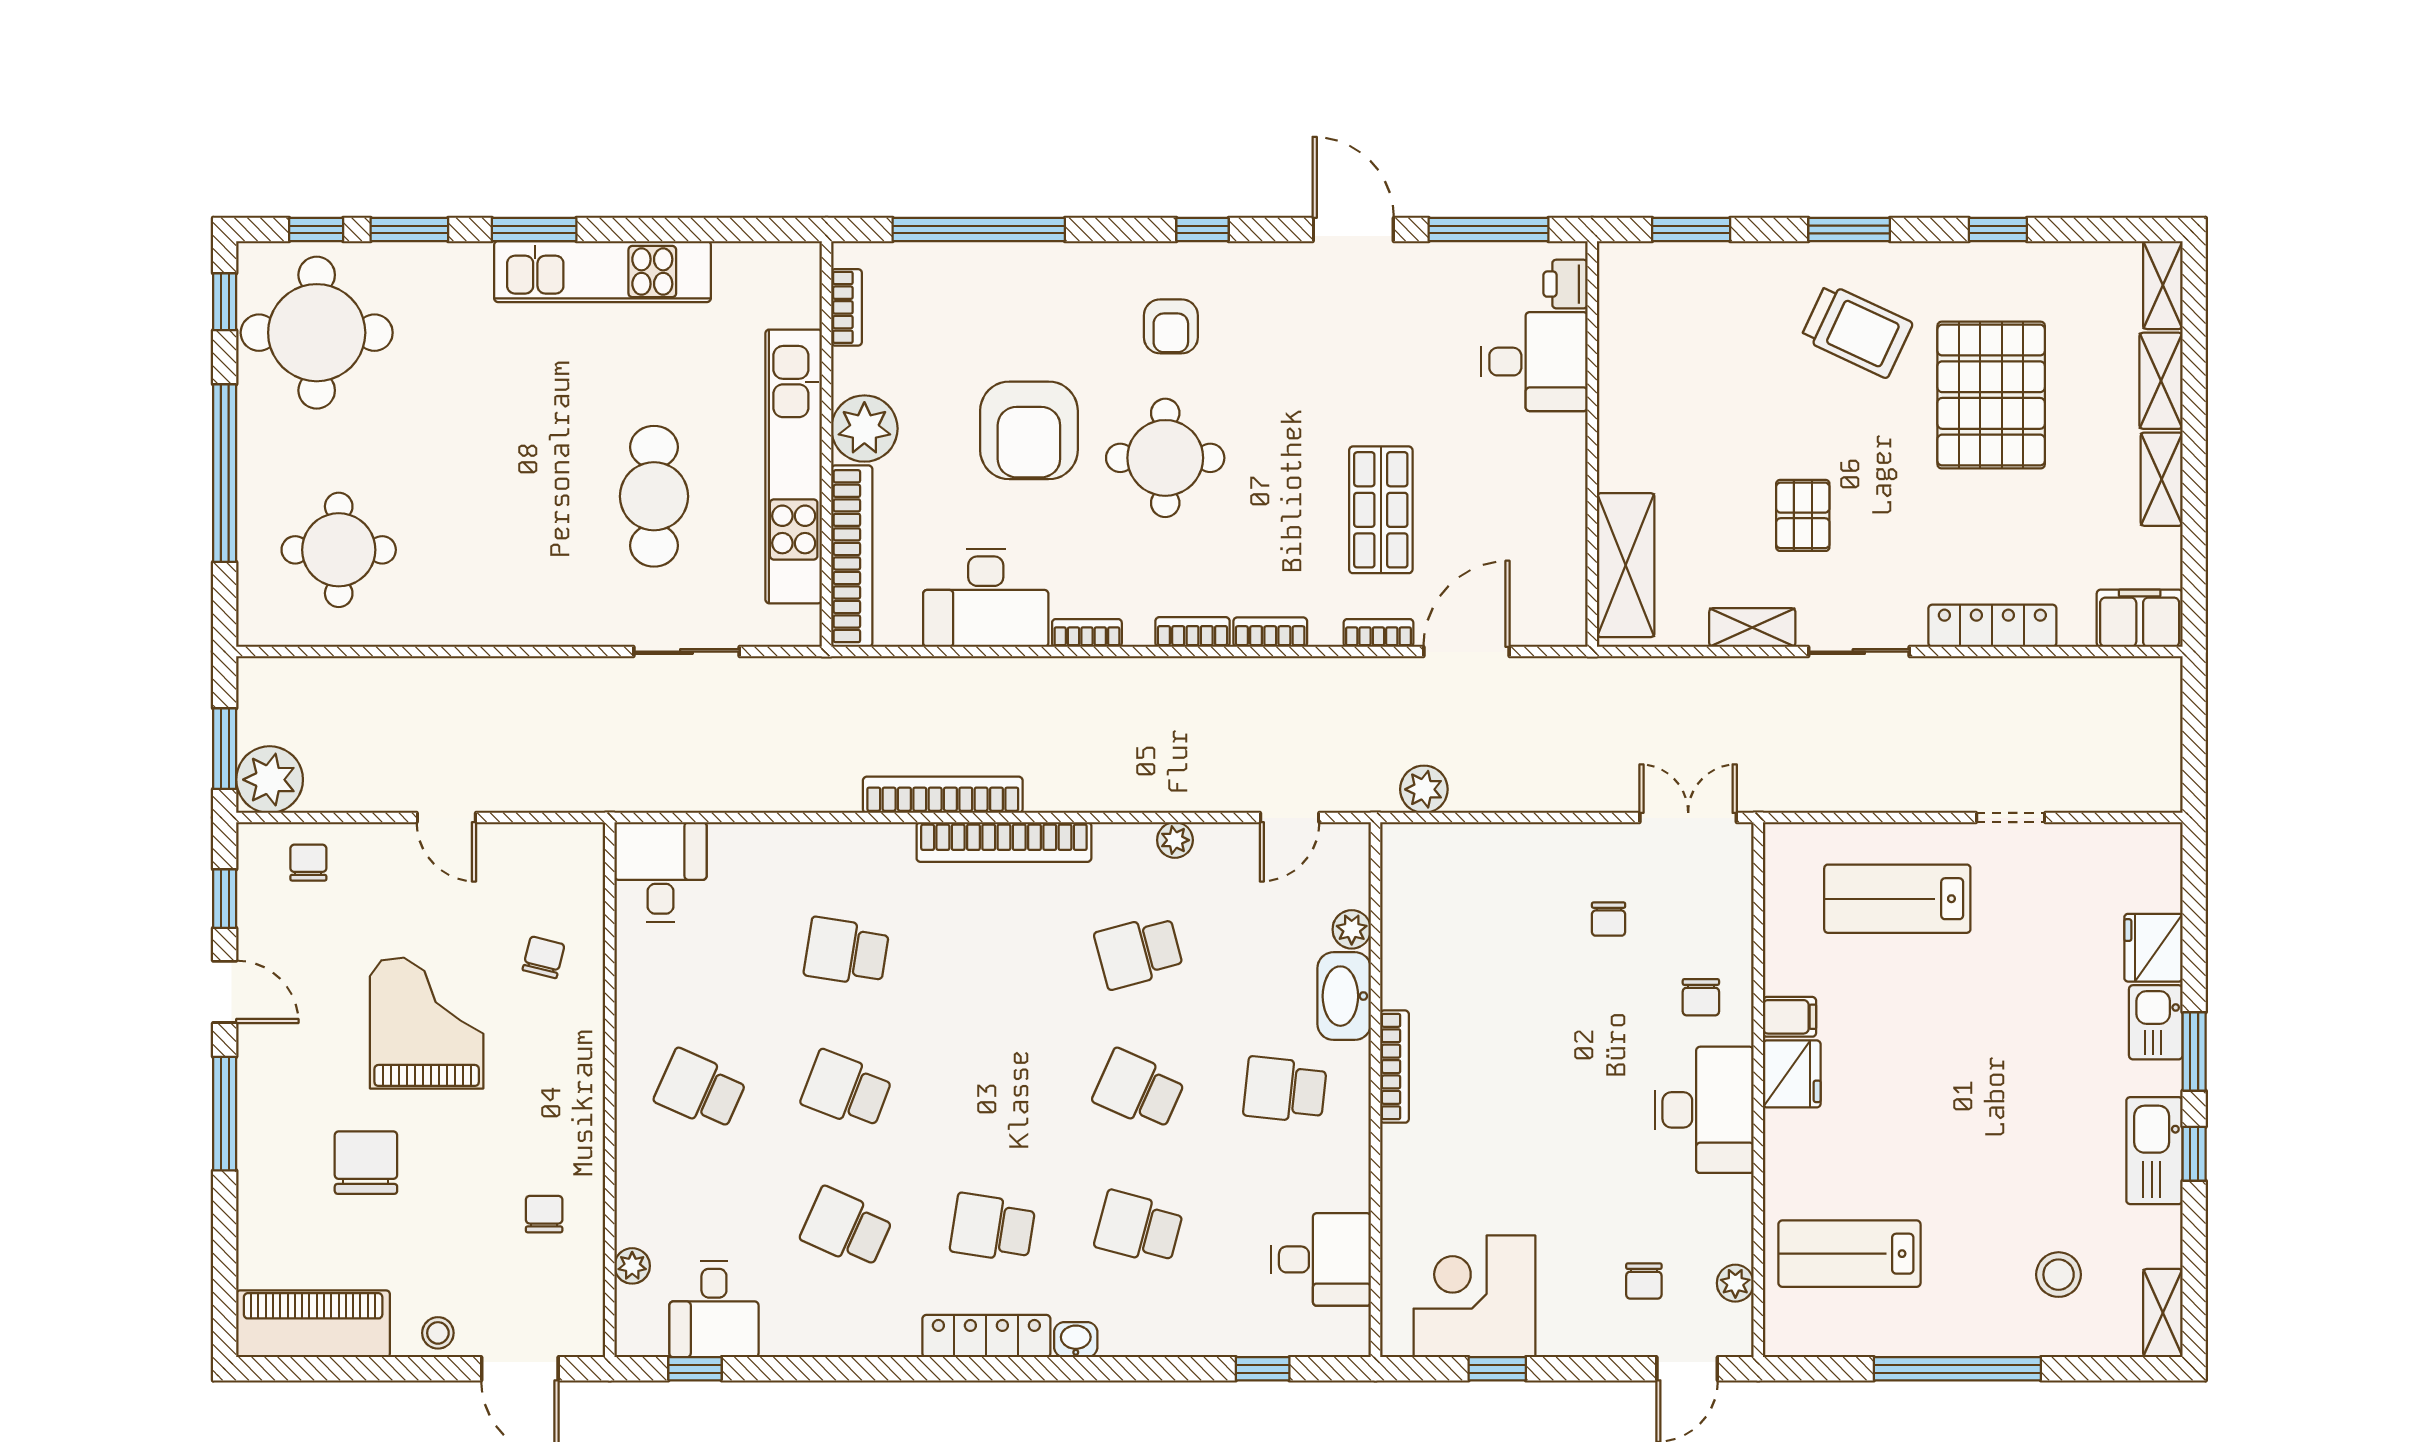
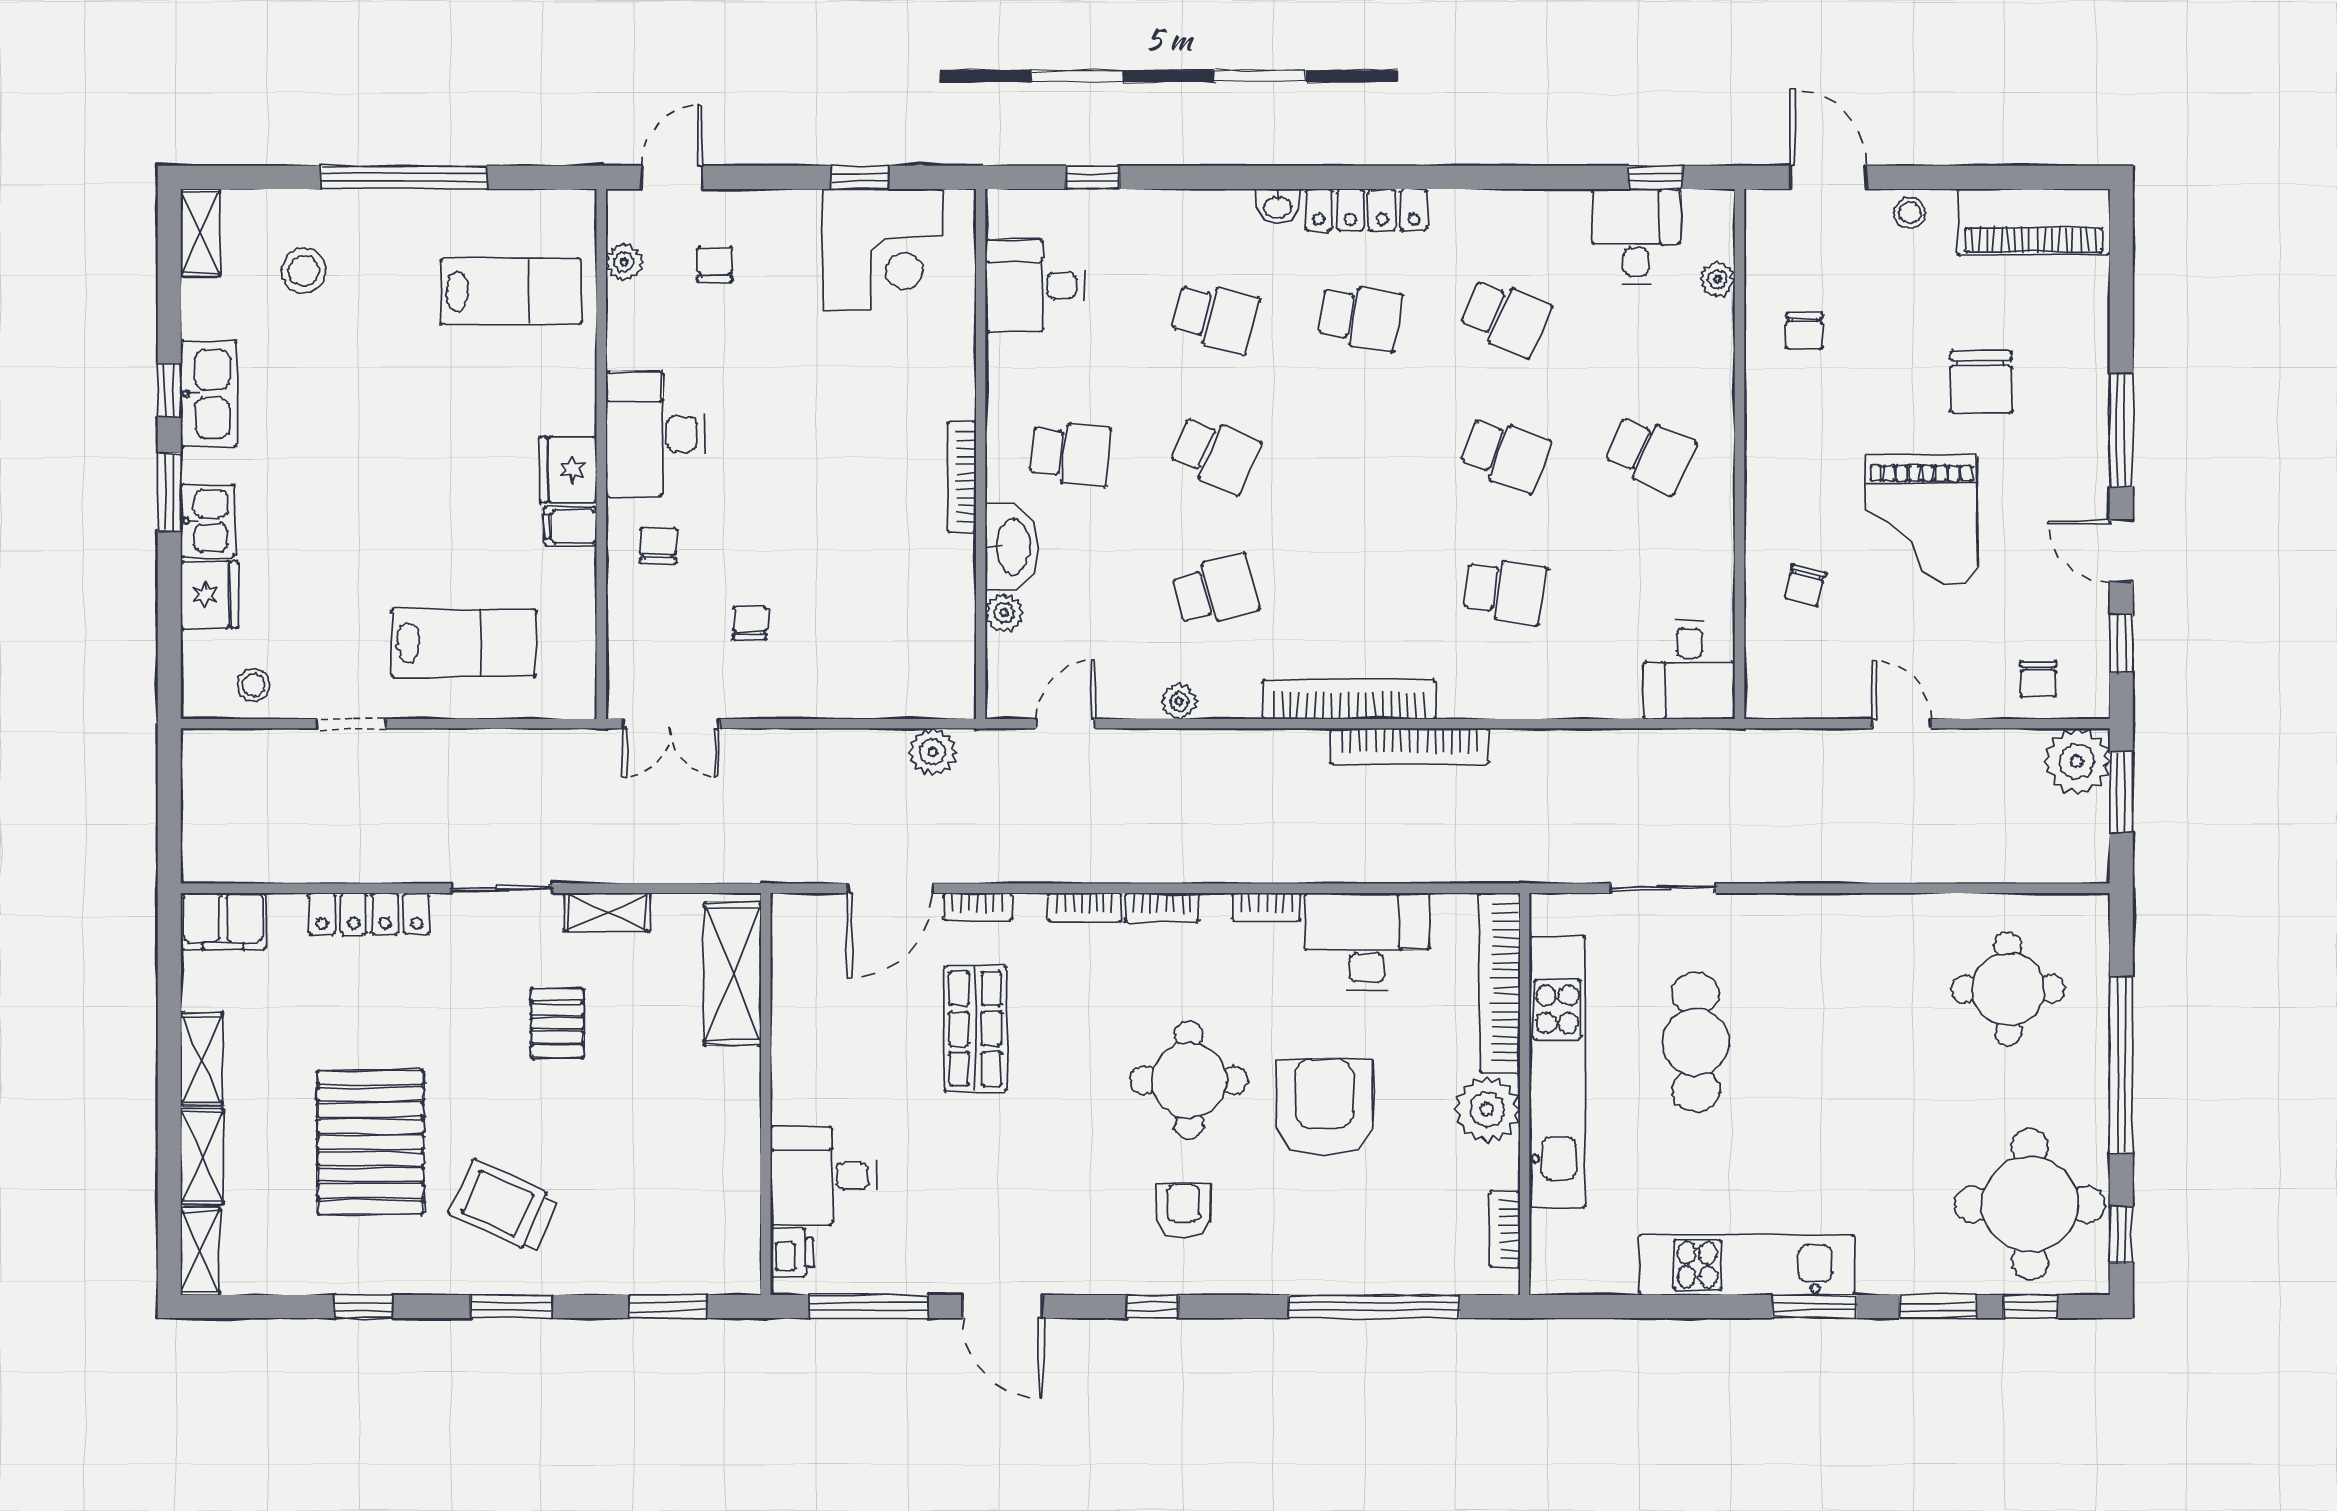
stool: (2109, 857) -> (254, 685), added

